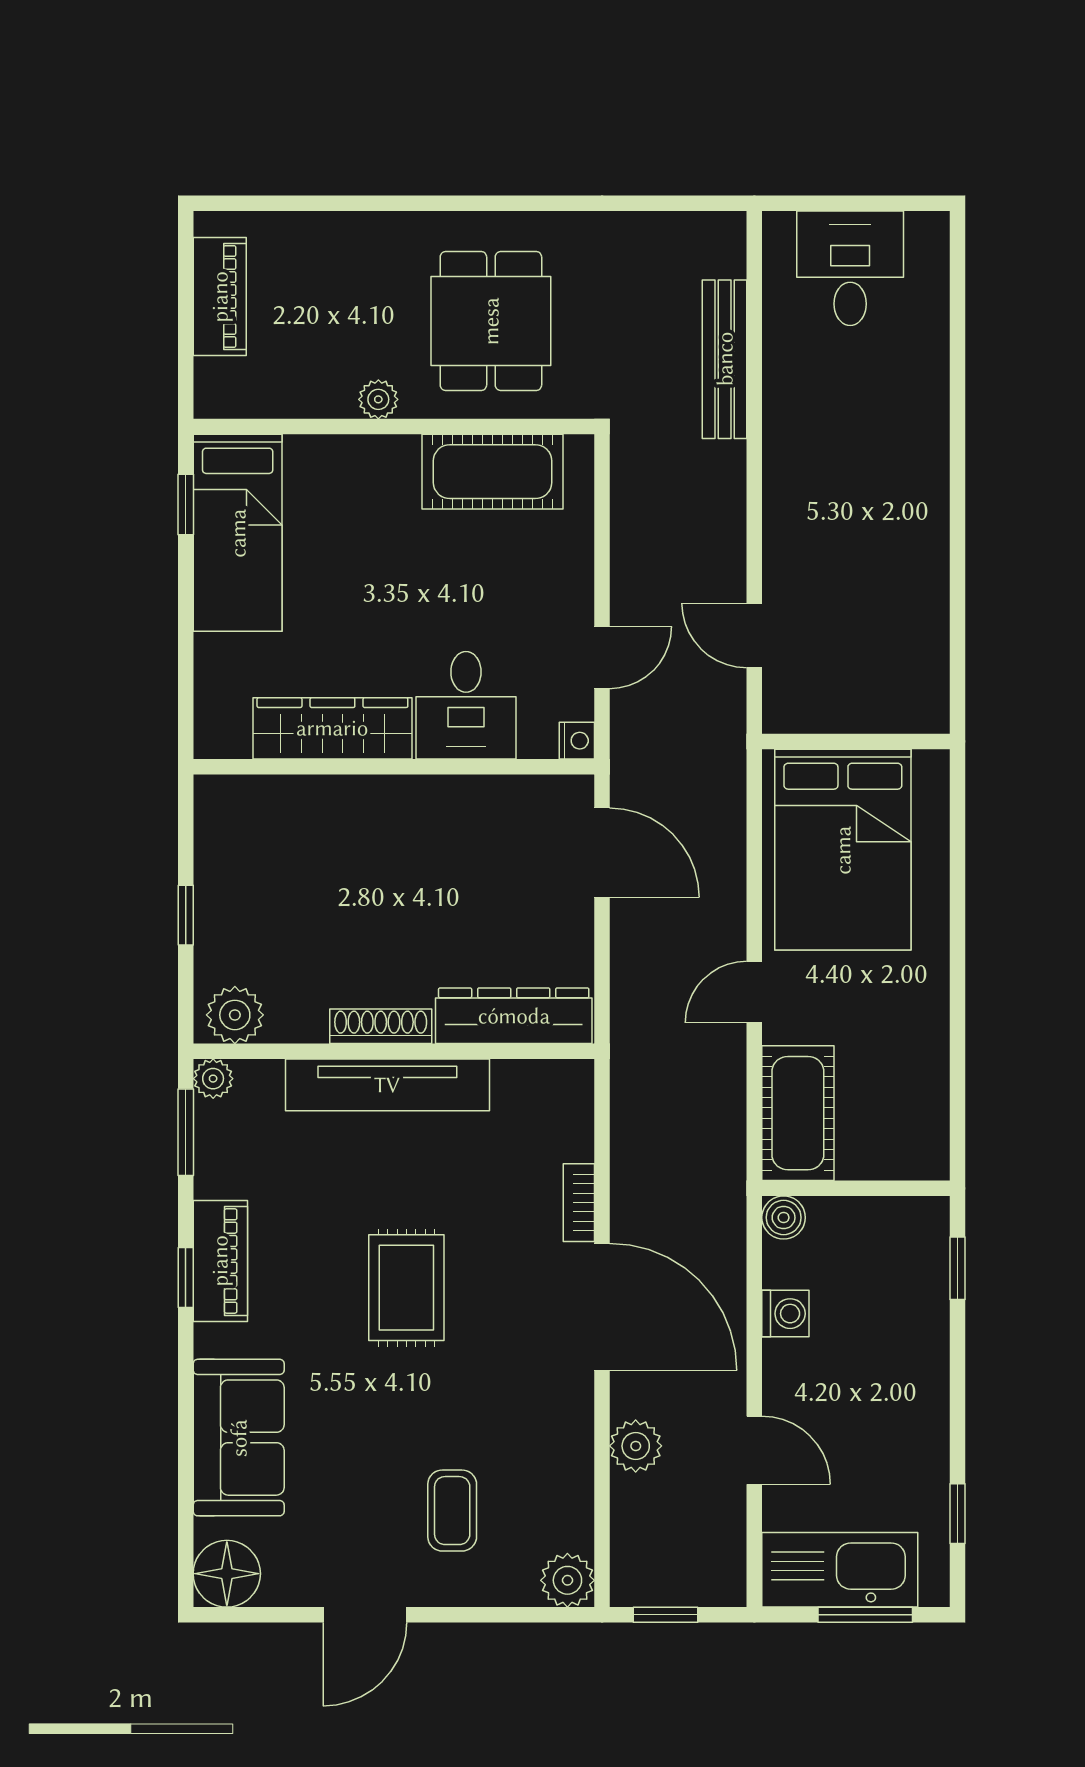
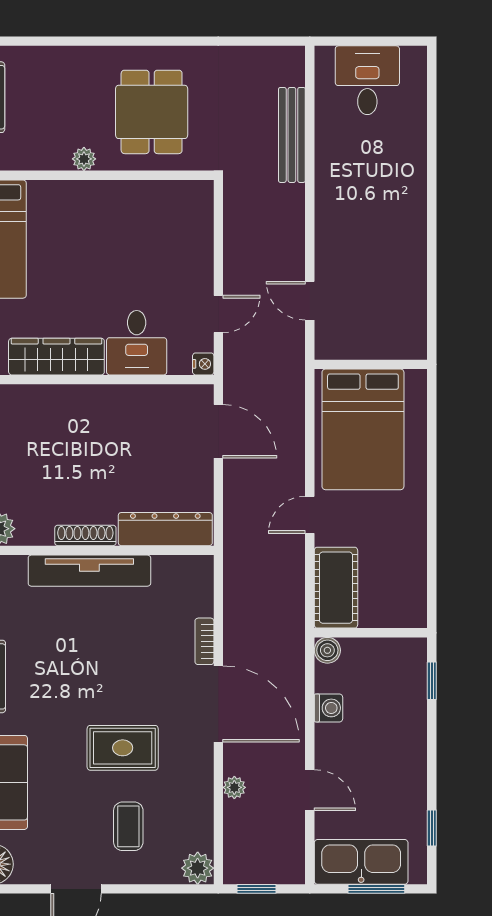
cot: (493, 472) -> (153, 202), removed
rug: (406, 1288) -> (123, 748), moved, turned 90
plant: (636, 1446) -> (234, 787), width x0.73, depth x0.73

